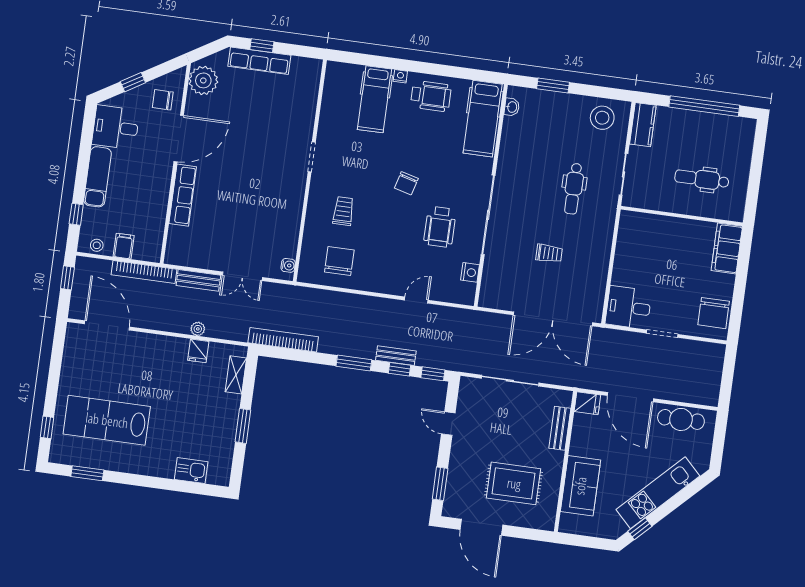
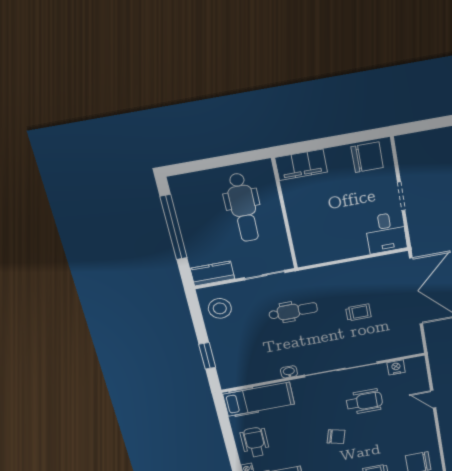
washbasin: (512, 107) -> (289, 372), moved
dental chair: (702, 179) -> (243, 208), width x1.36, depth x1.38
trolley: (549, 253) -> (358, 312), turned 90

